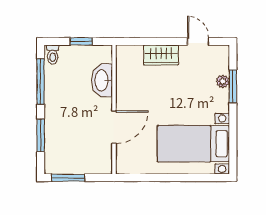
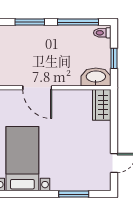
wardrobe: (161, 55) -> (102, 105), moved
washbasin: (102, 80) -> (96, 77), moved
plant: (223, 81) -> (78, 185), removed

